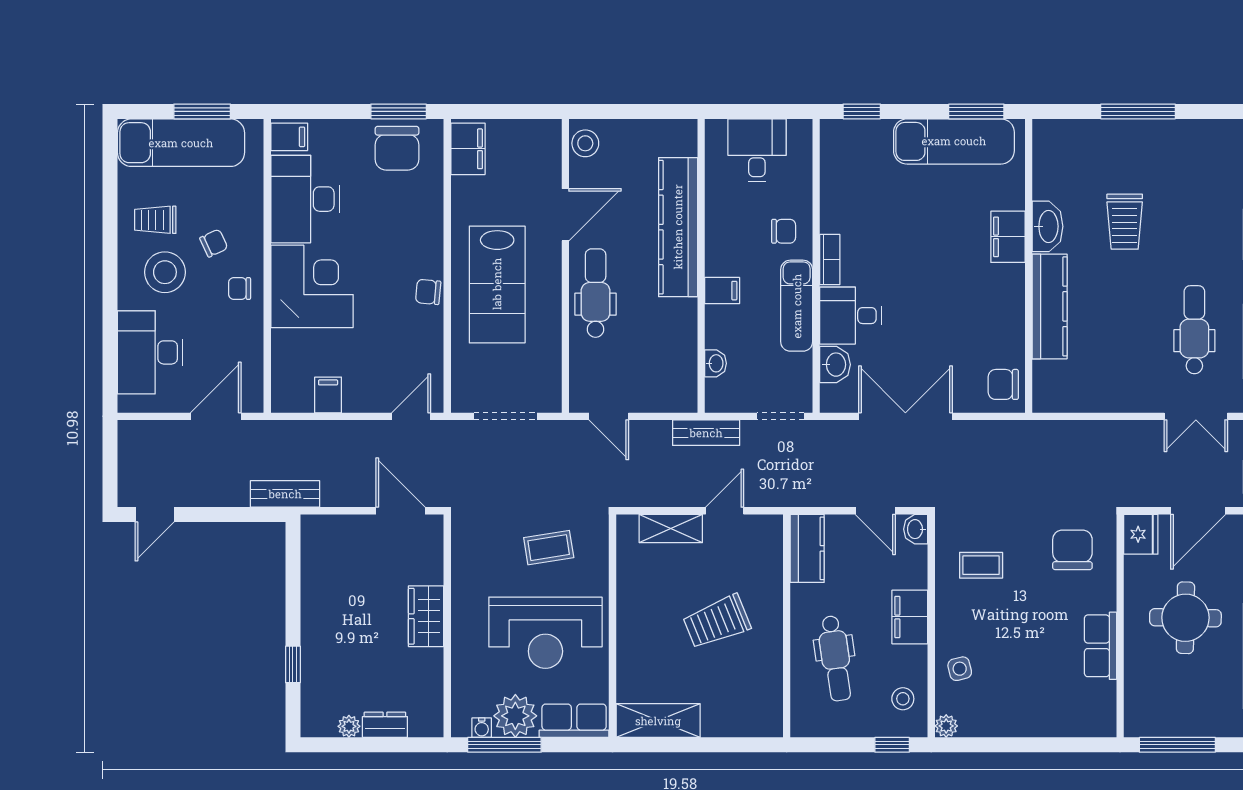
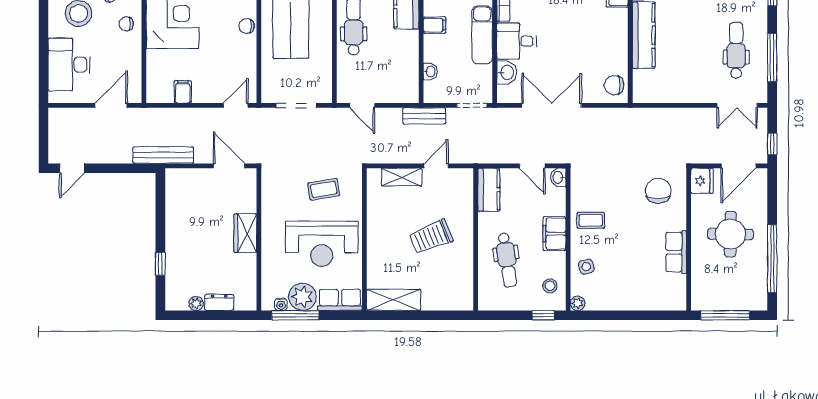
bench: (285, 494) -> (163, 155), width x1.36
coffee table: (981, 565) -> (591, 220), moved

